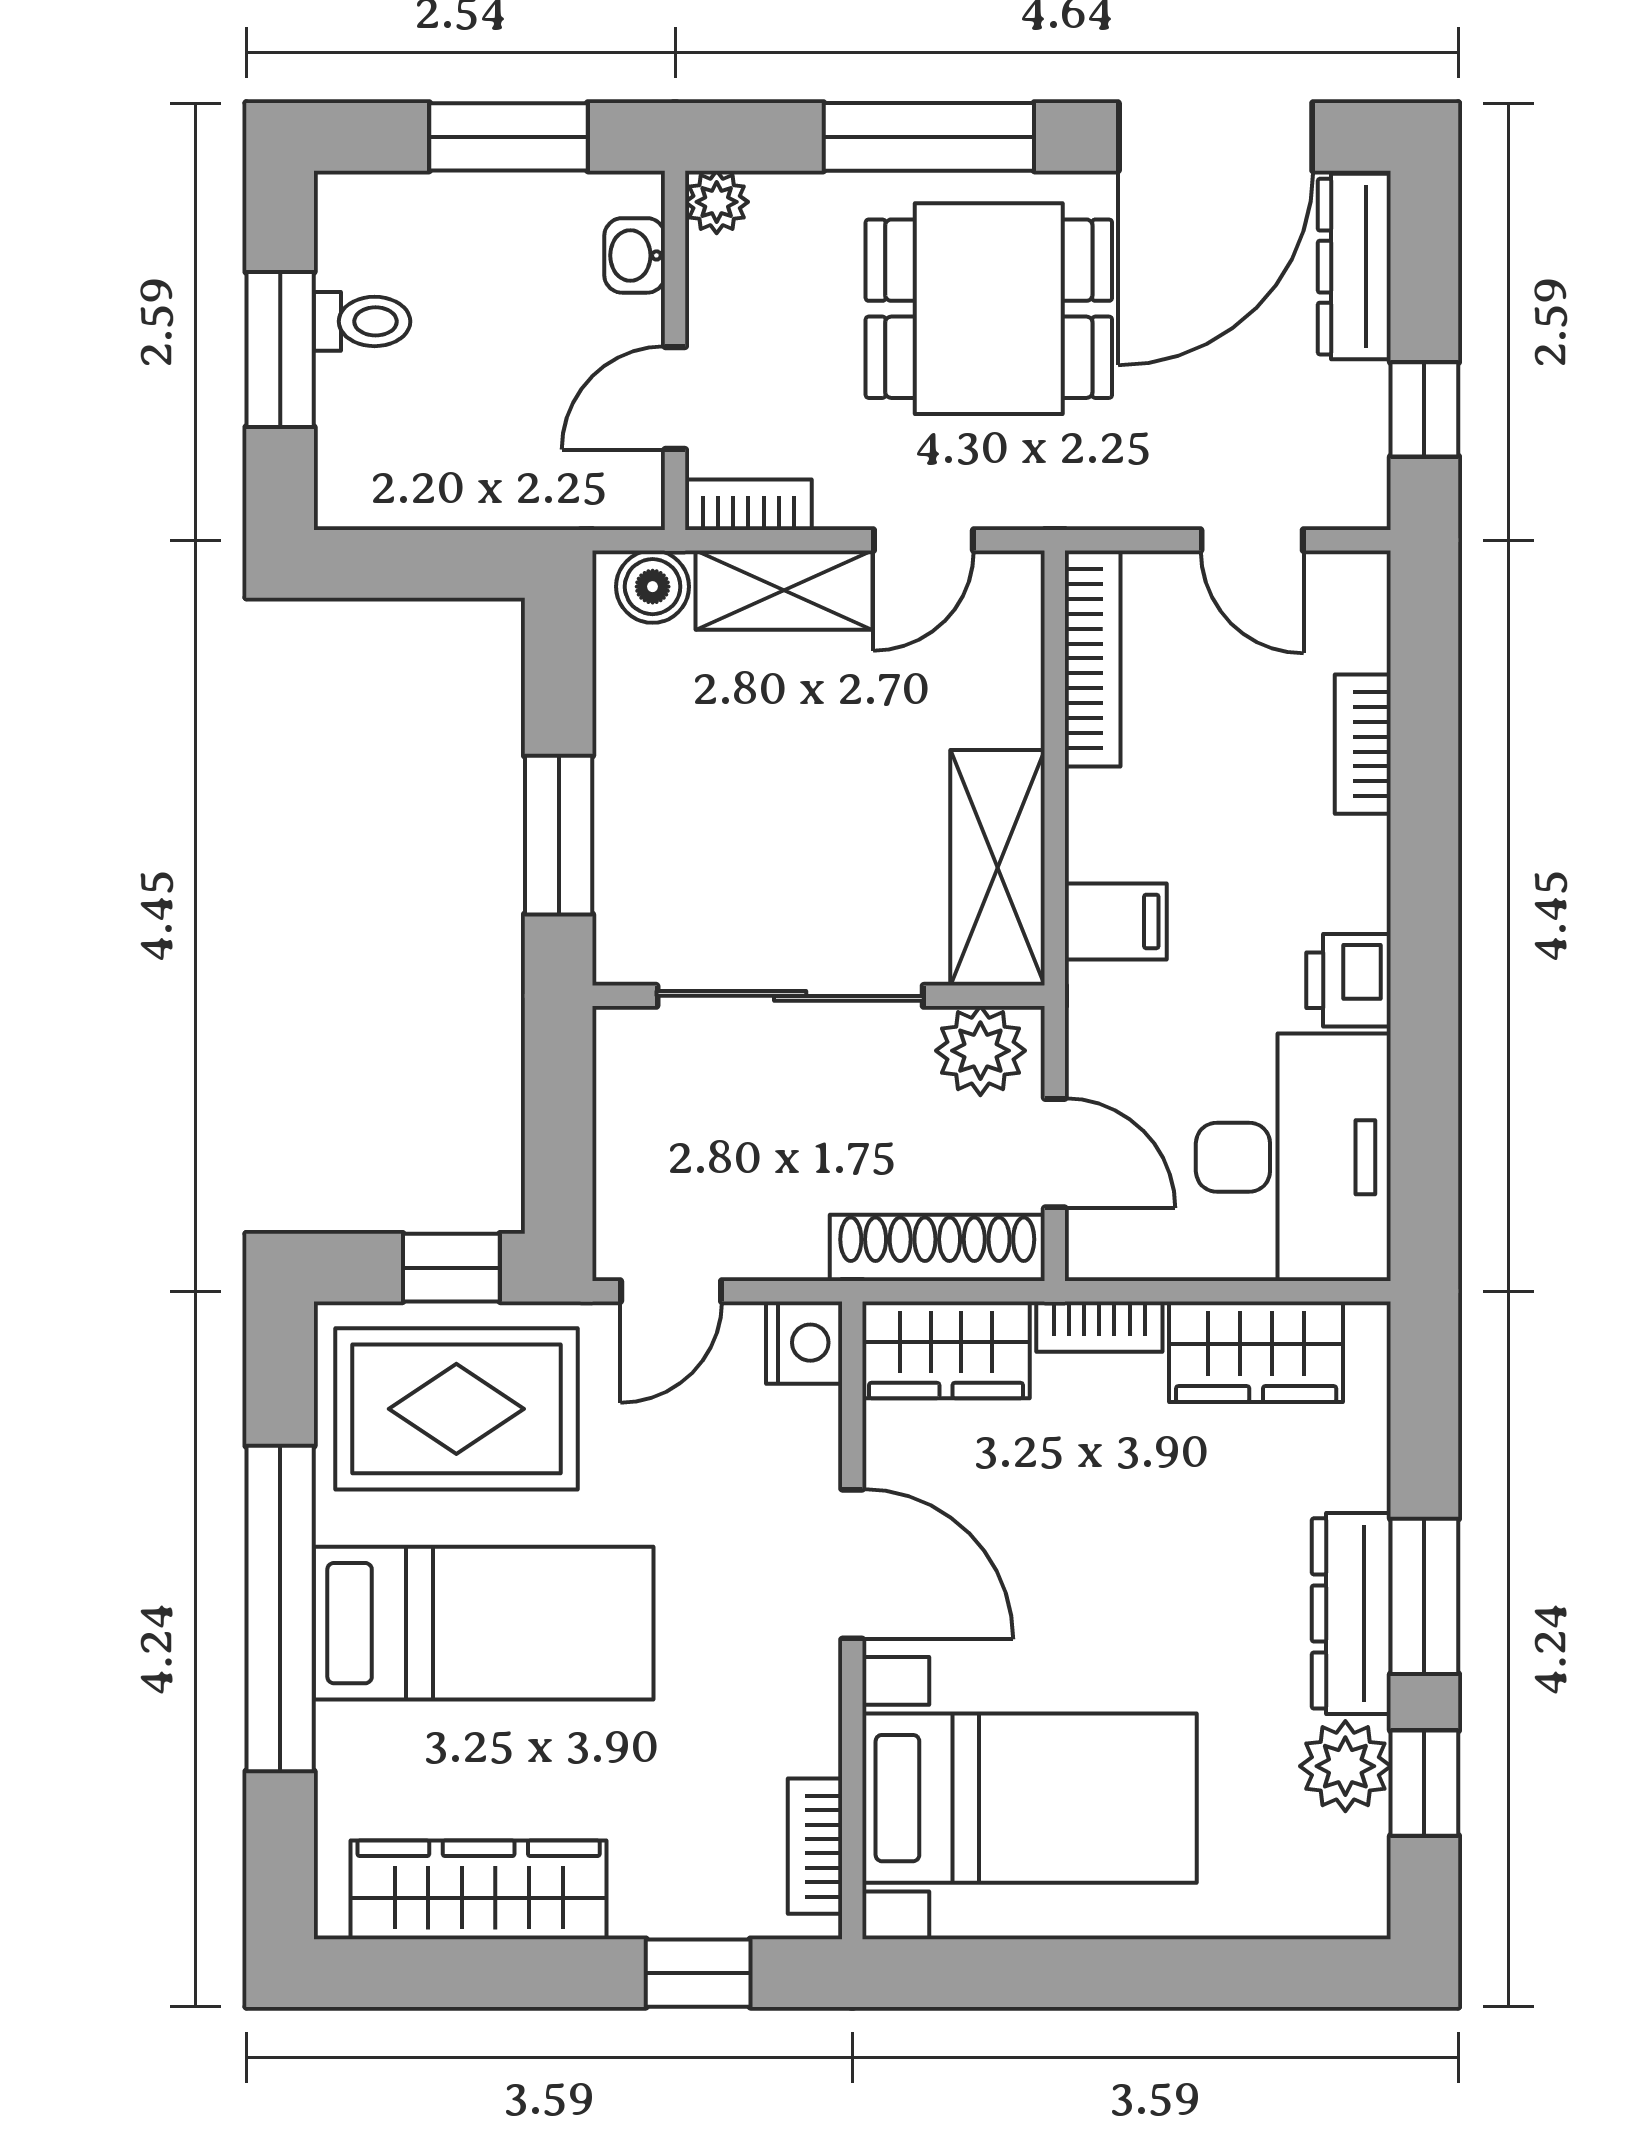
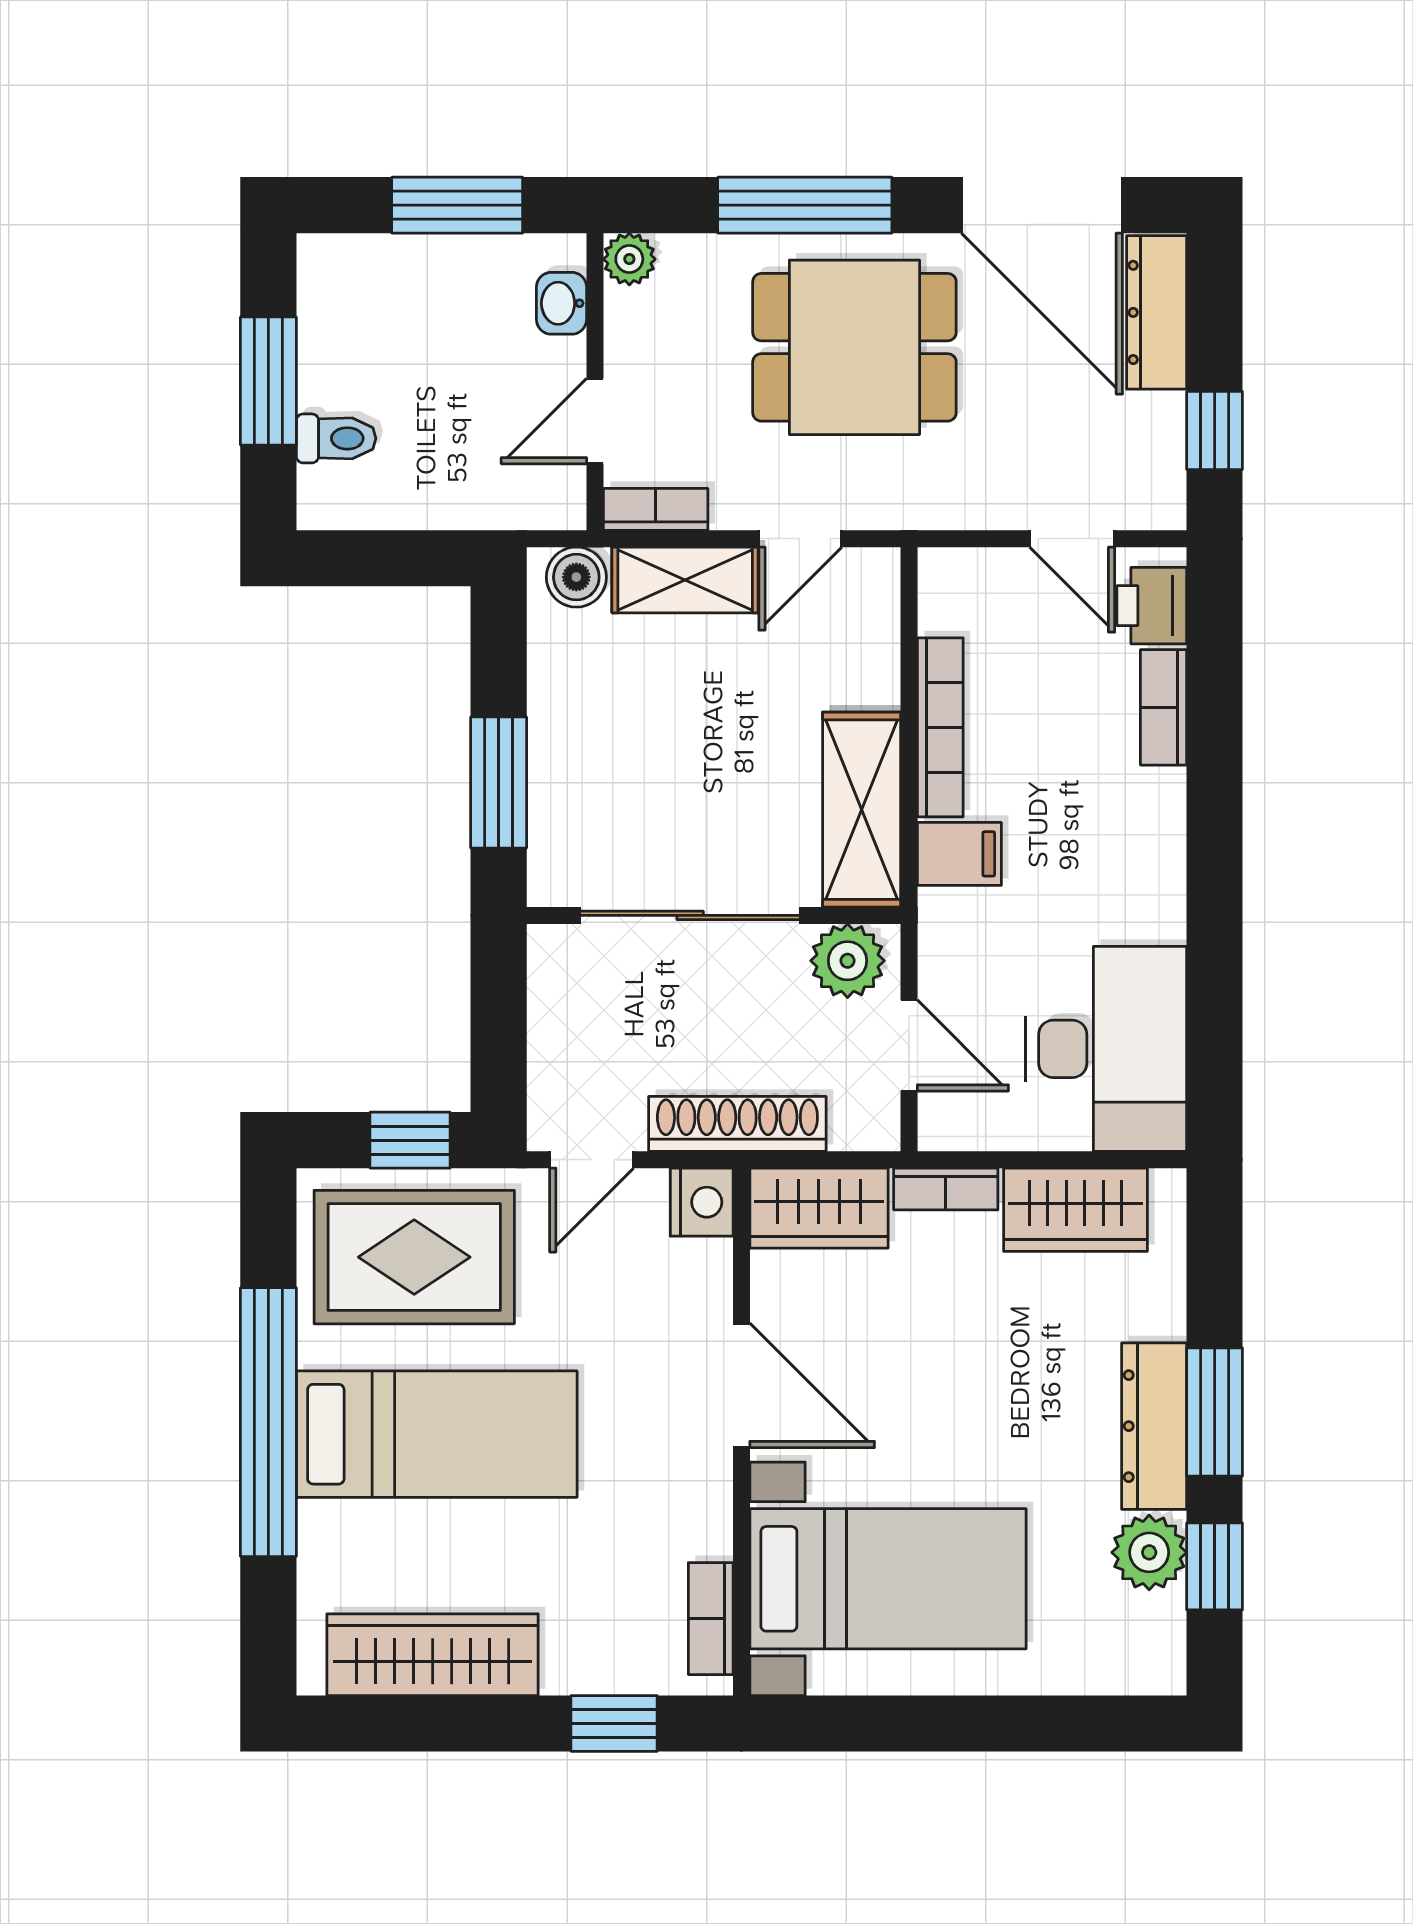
door: (1216, 137) -> (1042, 205), hinge flipped
toilet: (362, 321) -> (336, 438), moved
bookcase: (1093, 658) -> (940, 727), moved
printer: (1348, 980) -> (1152, 606), moved
shoe rack: (937, 1248) -> (737, 1124), moved

